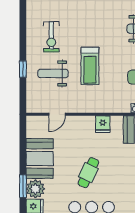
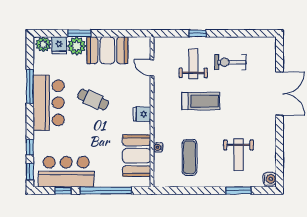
treadmill: (90, 66) -> (201, 101), turned 180

